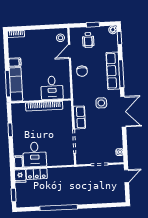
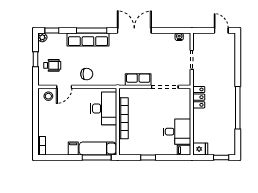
door: (70, 51) -> (64, 87), hinge flipped
desk: (52, 88) -> (104, 108), width x1.37
side table: (101, 103) -> (123, 54), removed
locker: (37, 174) -> (199, 97), moved
door: (126, 176) -> (221, 30), moved

